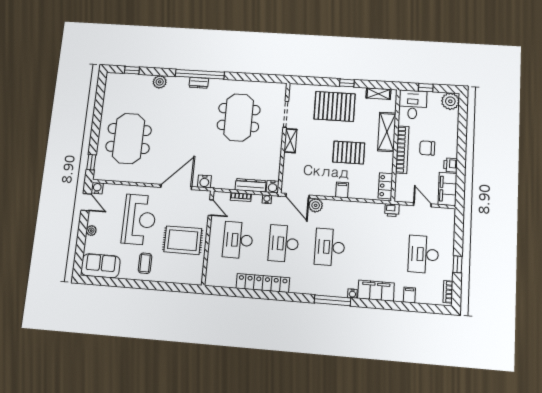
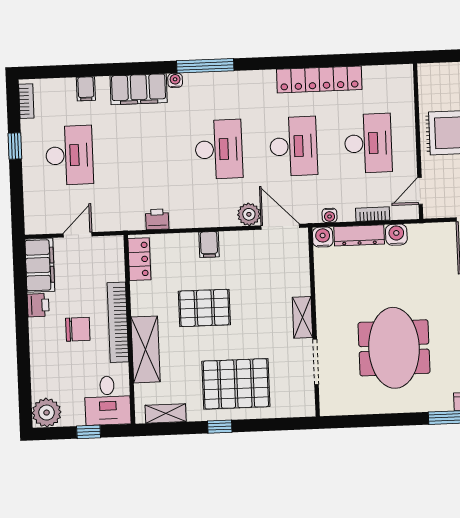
water cooler: (204, 181) -> (396, 235), moved
door: (422, 205) -> (78, 235), swing flipped
door: (211, 208) -> (420, 191), hinge flipped
printer: (392, 210) -> (157, 219), moved

